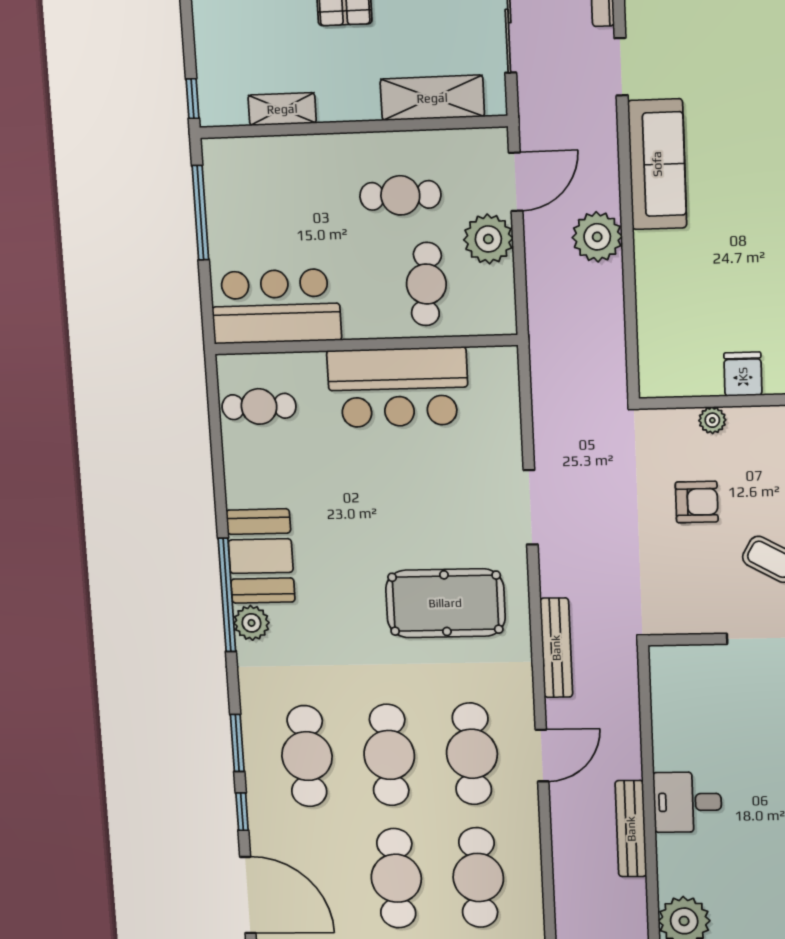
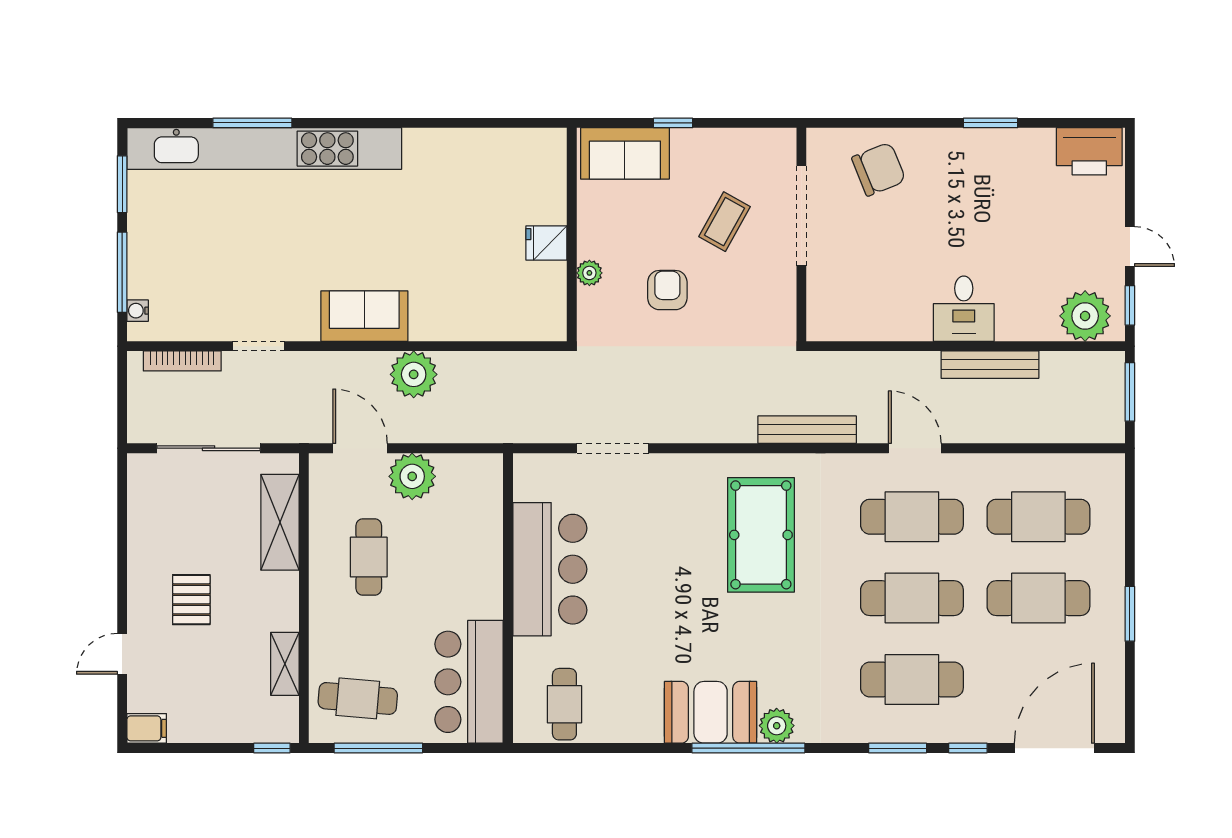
sofa: (657, 164) -> (364, 316), width x0.73
cafe table: (426, 284) -> (358, 698), moved
doorway: (531, 507) -> (612, 448), moved

